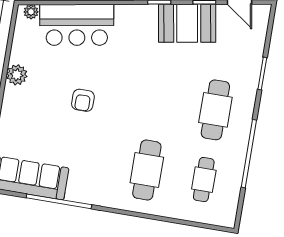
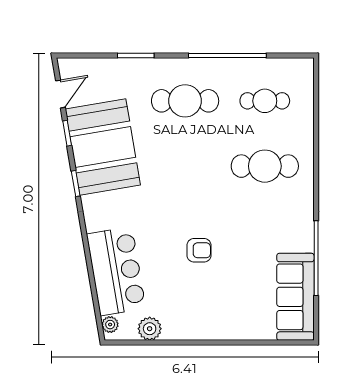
booth: (187, 23) -> (103, 147), width x1.36, depth x1.42
plant: (17, 75) -> (150, 329), moved

